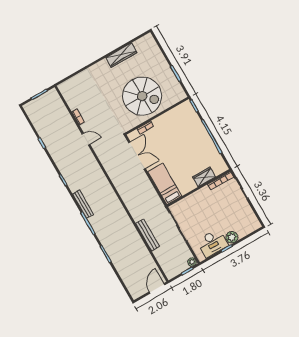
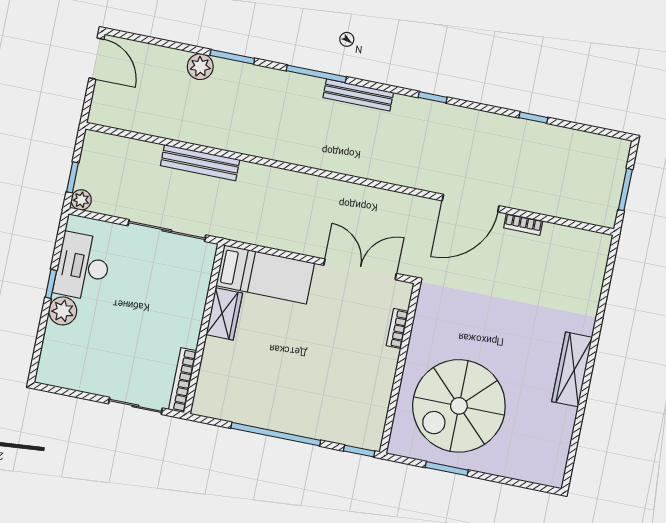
wardrobe: (121, 55) -> (572, 369), moved
spiral stairs: (142, 96) -> (459, 406), moved
door: (86, 139) -> (471, 203), width x1.88
double door: (137, 156) -> (360, 269), swing flipped
wardrobe: (204, 177) -> (224, 314), moved
plant: (118, 261) -> (200, 67), added
door: (157, 288) -> (96, 59), moved

